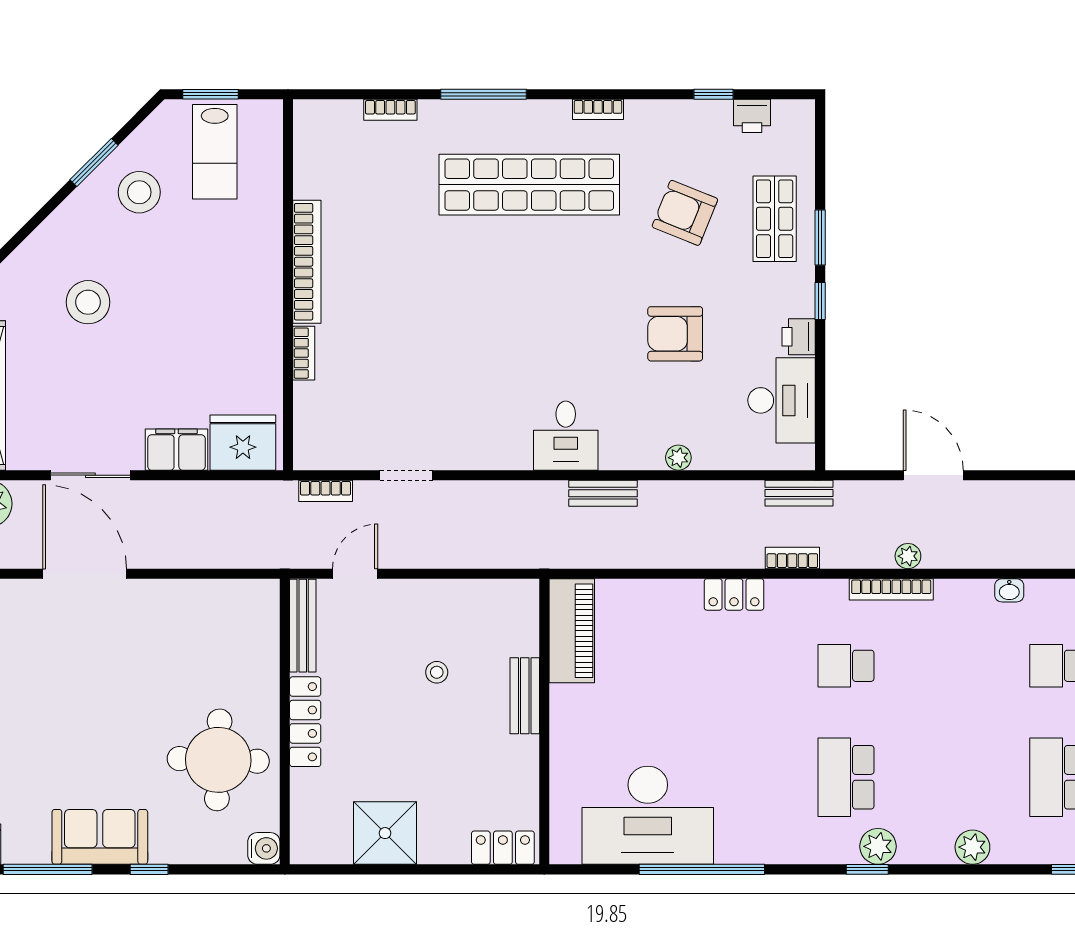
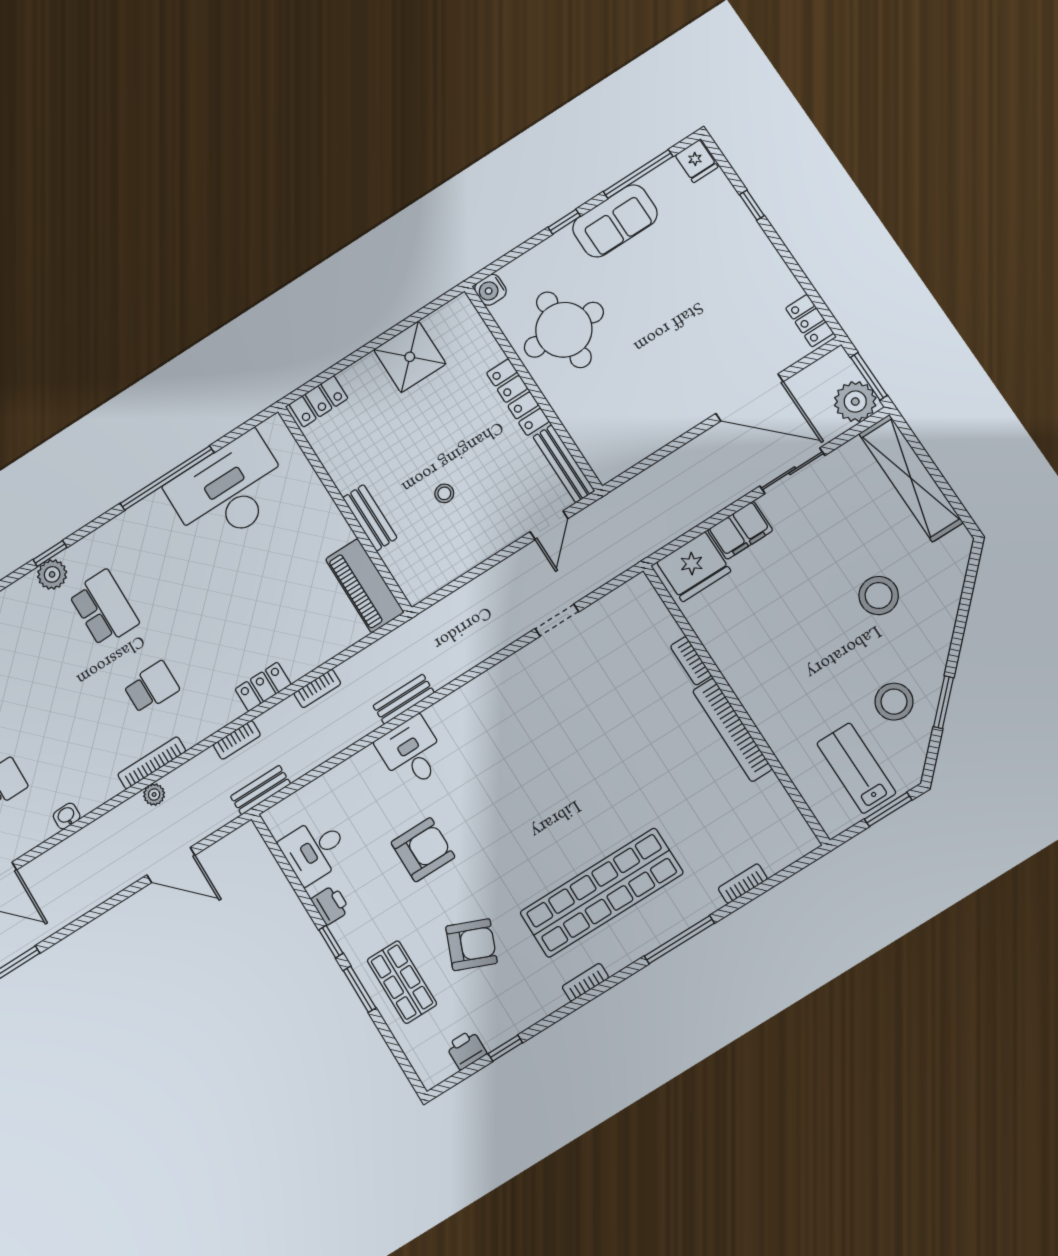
desk: (782, 400) -> (314, 850), width x0.73
desk: (566, 436) -> (412, 753), moved
plant: (678, 458) -> (364, 760), removed
bookcase: (326, 491) -> (317, 689), moved, turned 180

